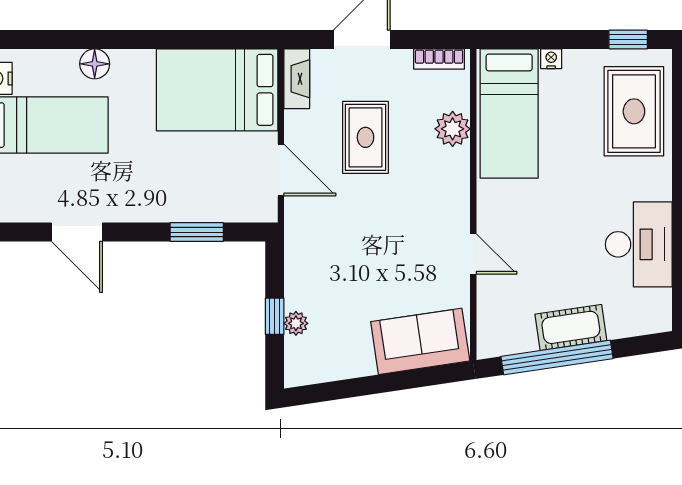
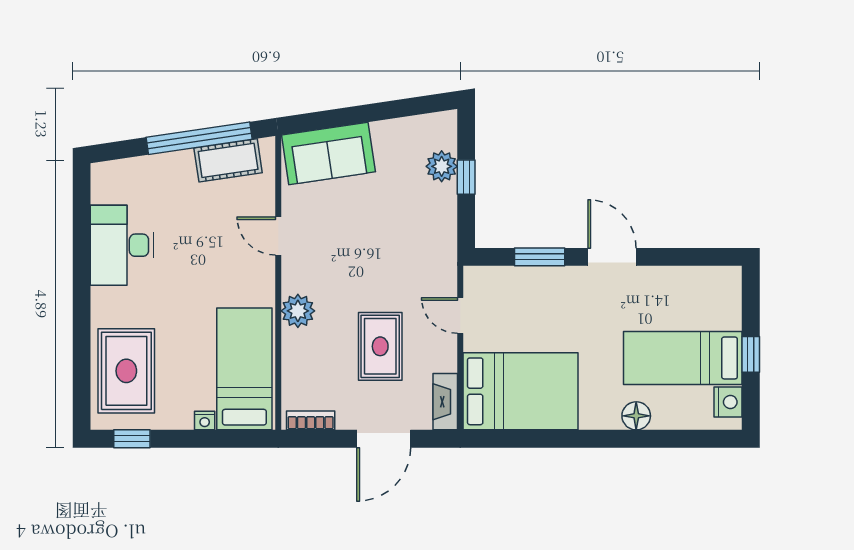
plant: (453, 129) -> (298, 311), moved
door: (281, 170) -> (460, 315), width x0.73
door: (77, 232) -> (612, 257), moved
plant: (296, 323) -> (442, 166), width x1.38, depth x1.38
cot: (571, 327) -> (228, 160), moved

